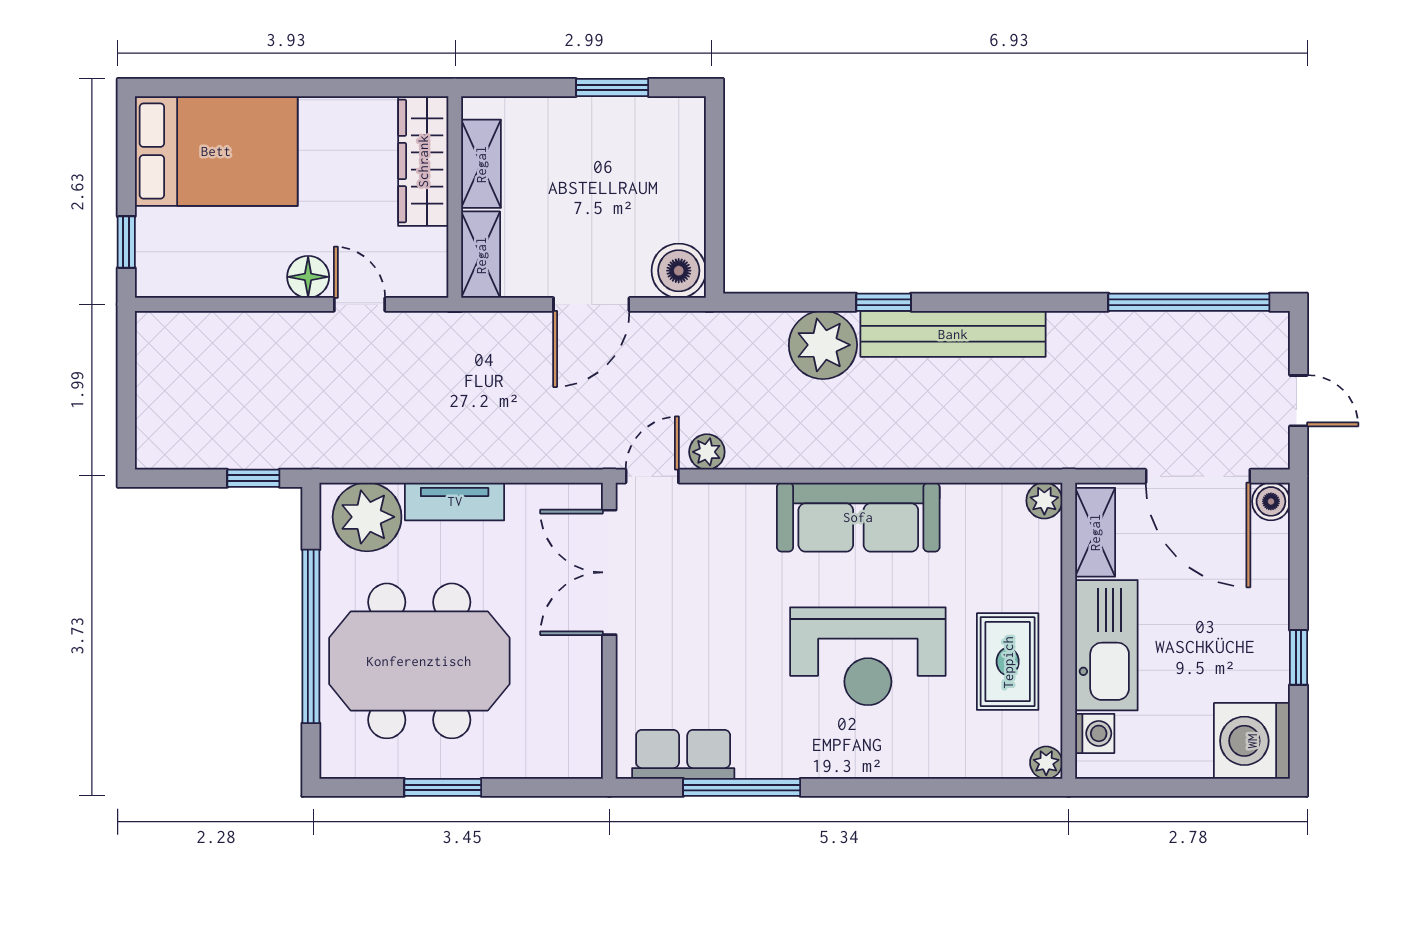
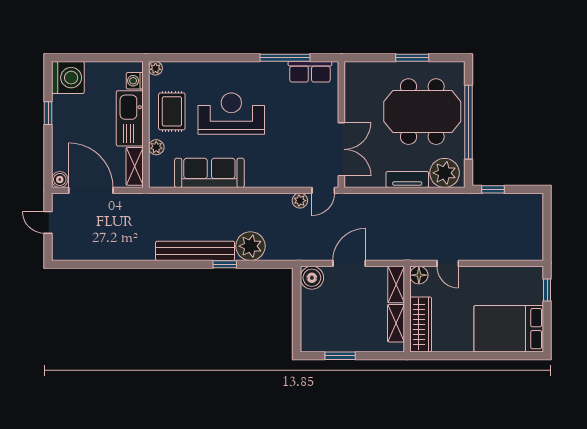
floor lamp: (308, 277) -> (419, 275), moved
window: (1189, 302) -> (95, 264), removed
plant: (1044, 501) -> (156, 147), moved
sofa: (858, 517) -> (209, 173), moved

